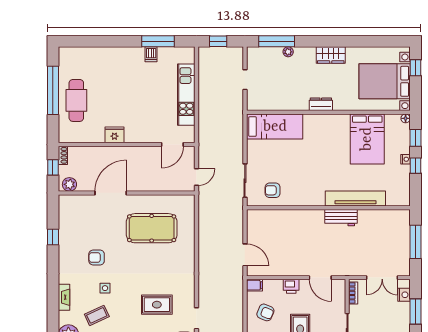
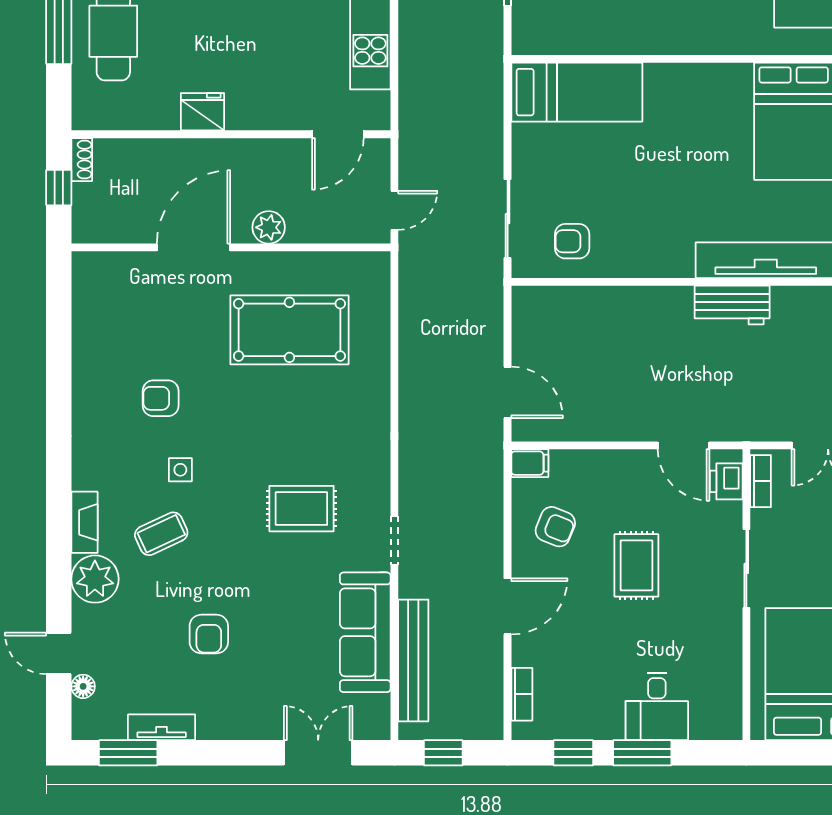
dresser: (321, 104) -> (685, 40), removed
plant: (69, 184) -> (269, 227), moved
window: (53, 237) -> (59, 350), removed
printer: (291, 286) -> (726, 481), moved, turned 90
fireplace: (64, 297) -> (84, 522), moved

